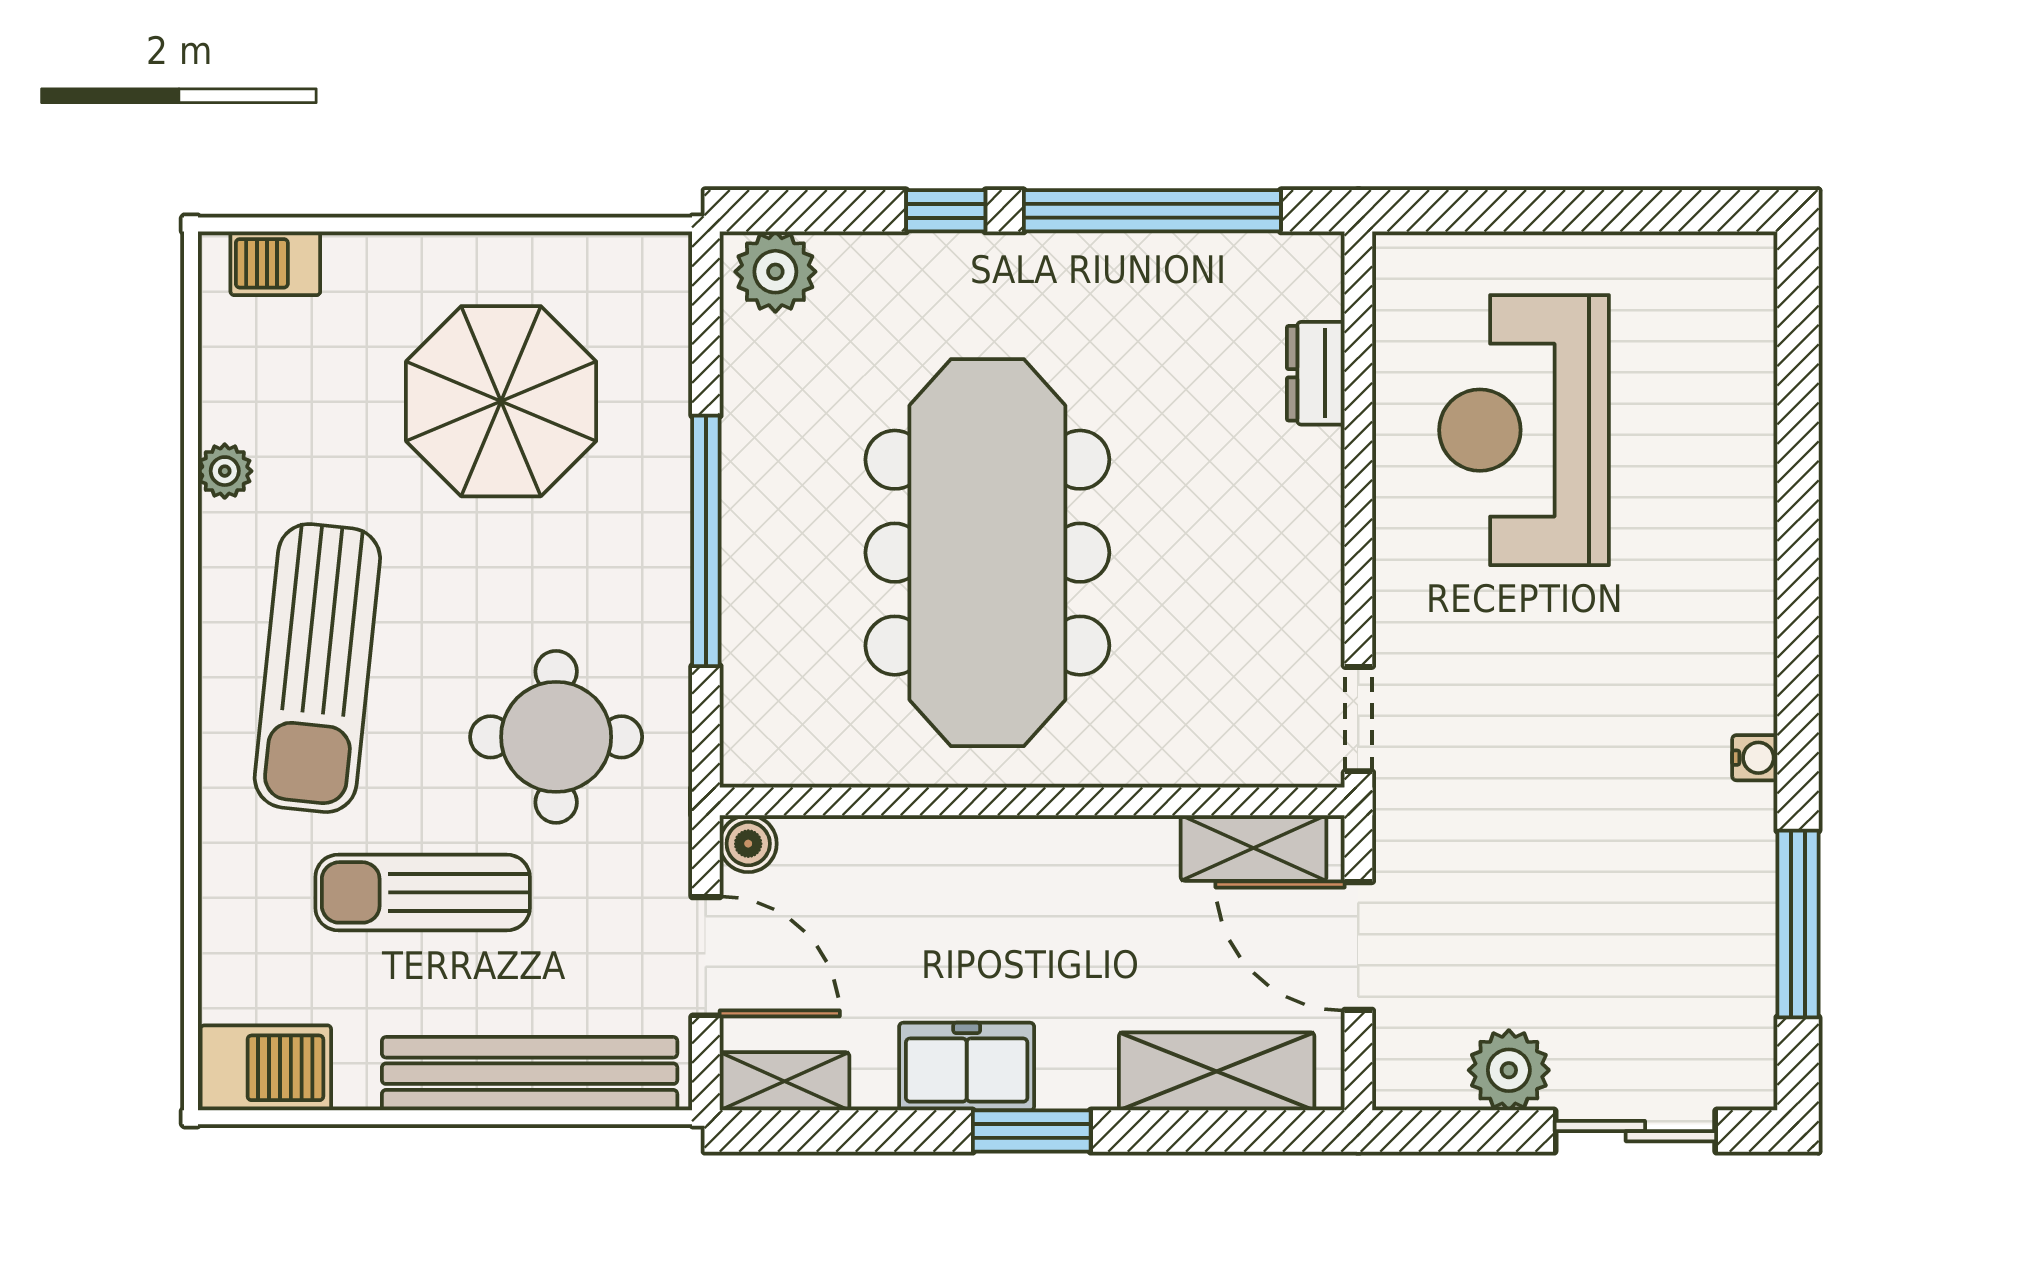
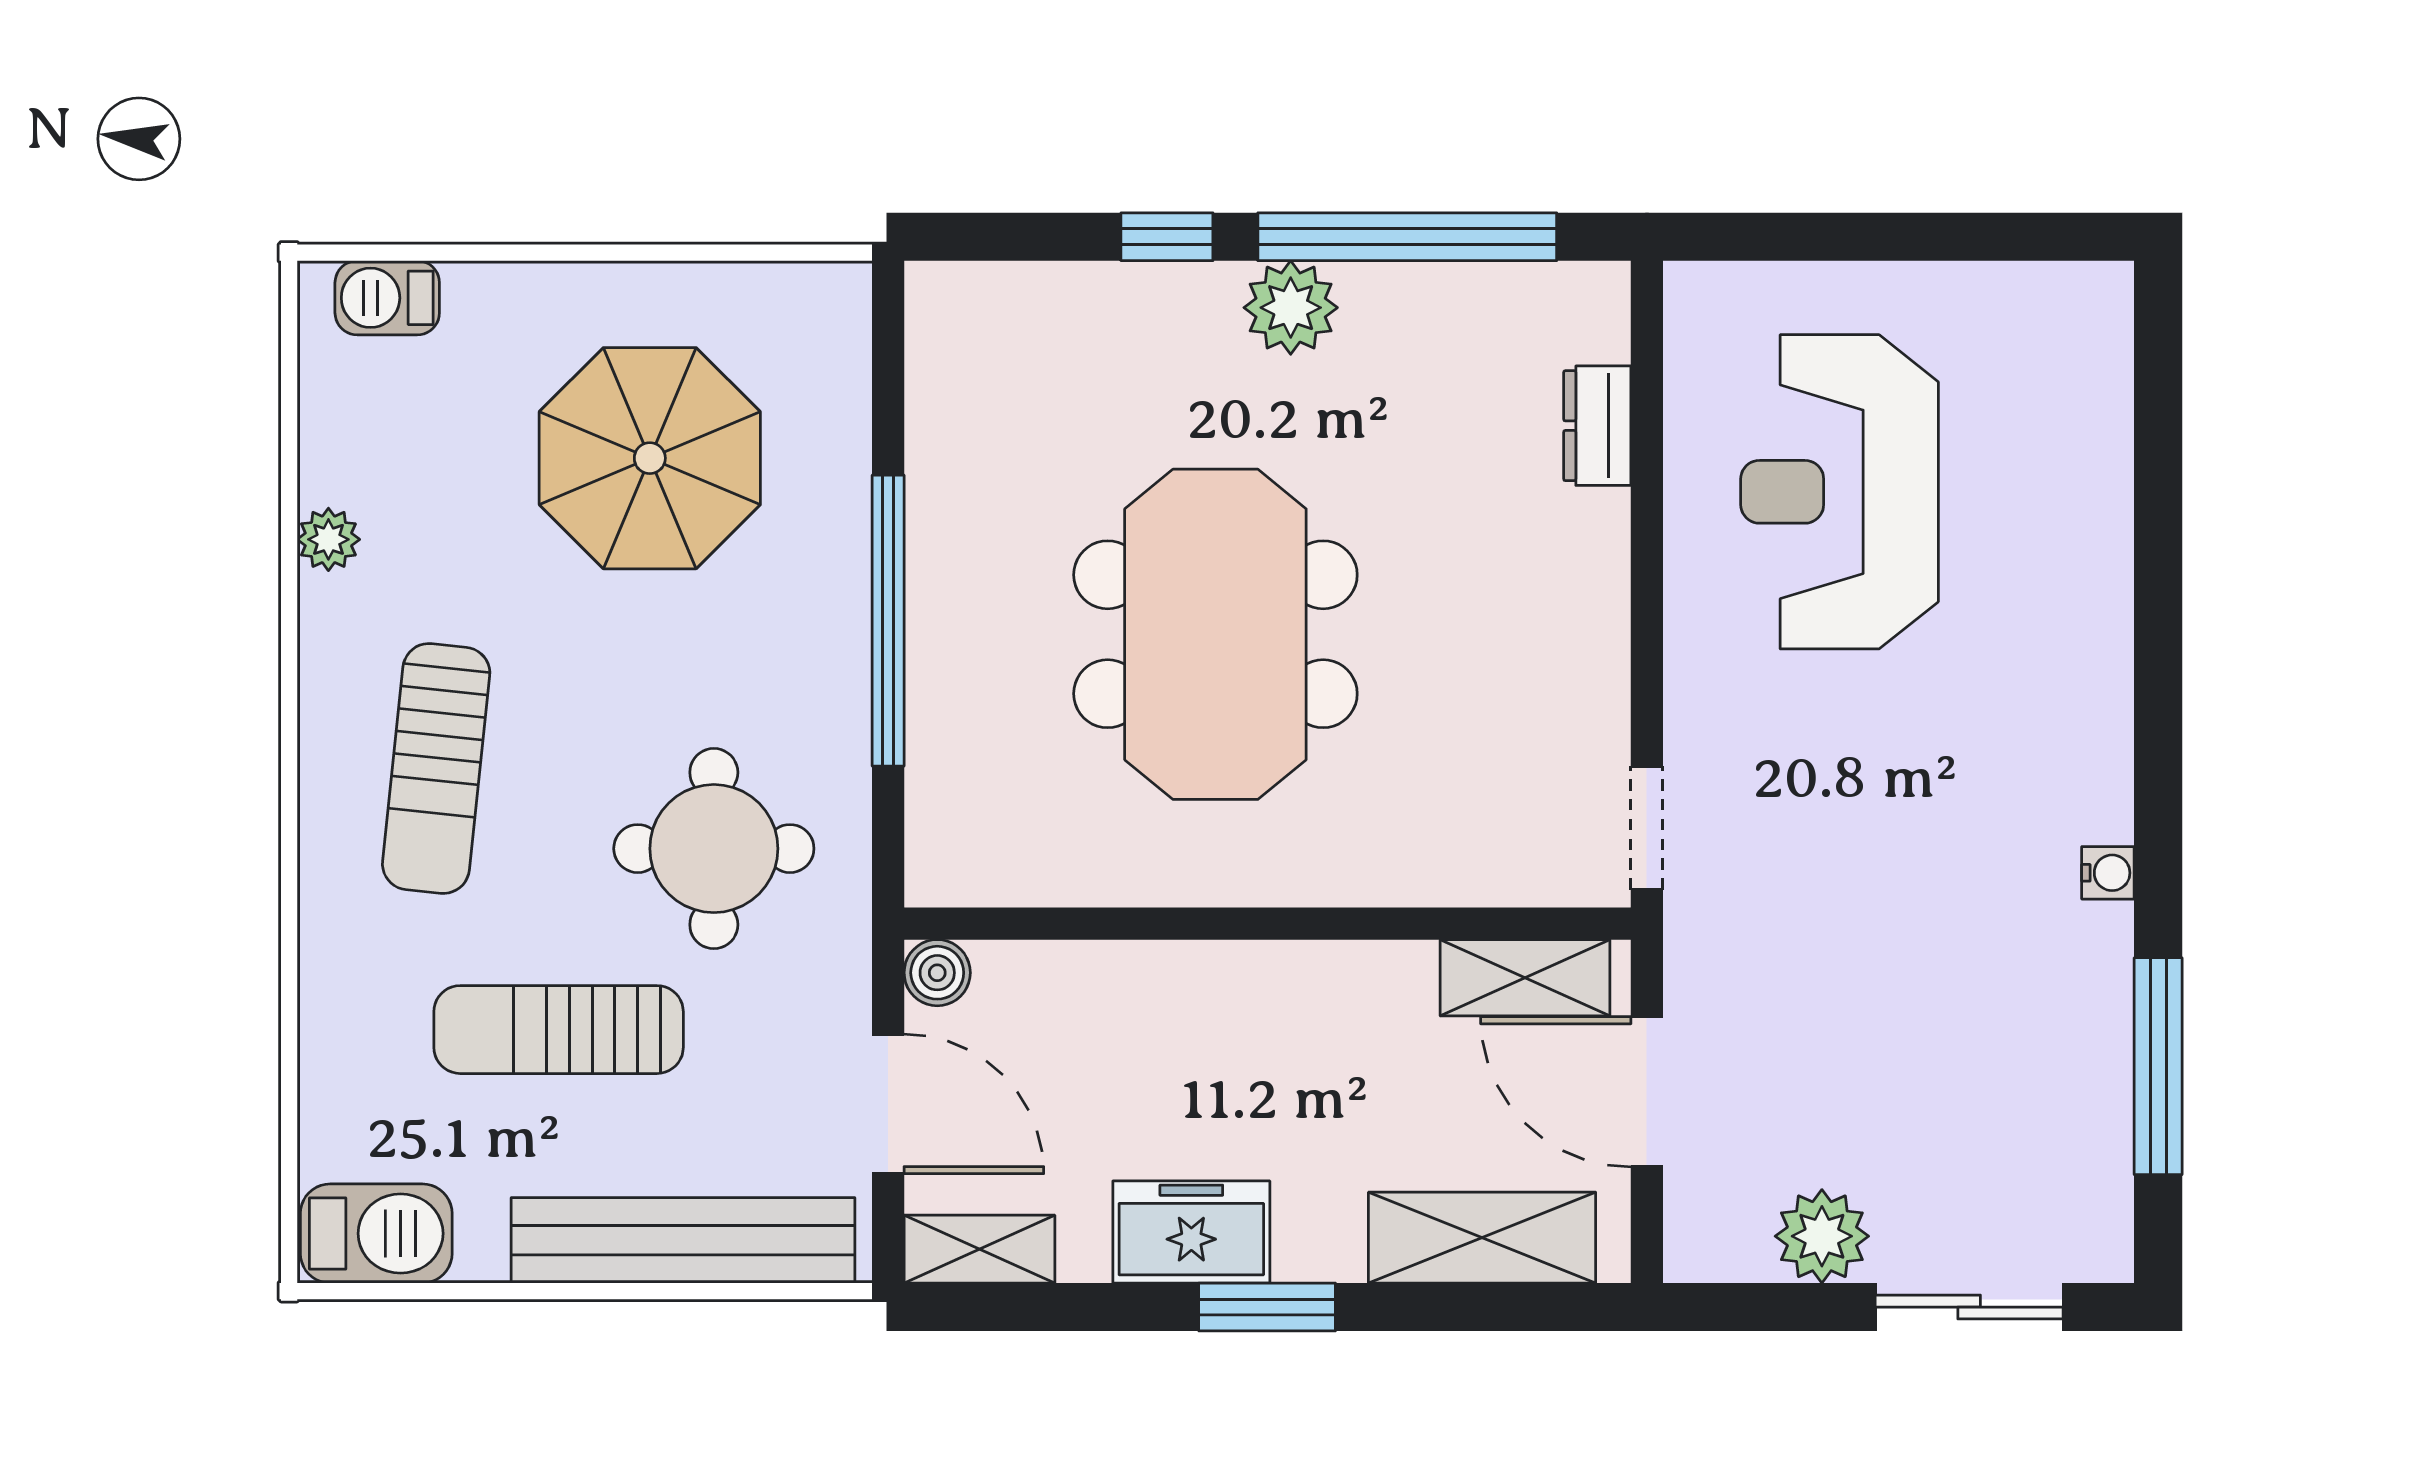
plant: (775, 272) -> (1291, 308), moved
meeting table: (987, 553) -> (1215, 634), width x0.73
sun lounger: (317, 668) -> (436, 768), width x0.73, depth x0.75

